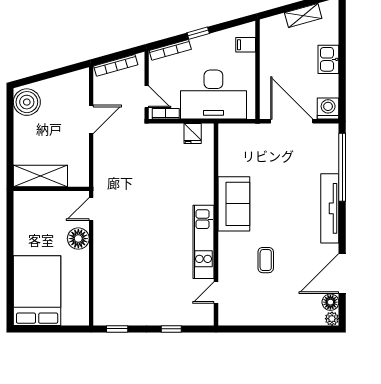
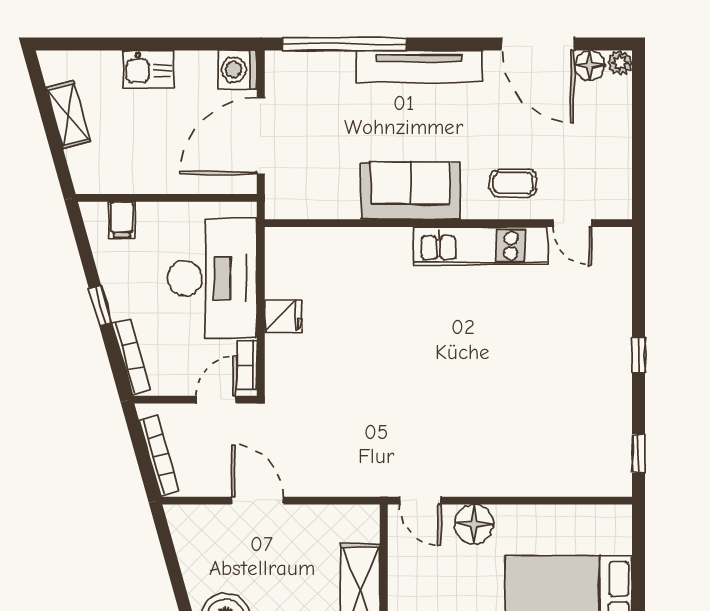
sofa: (234, 204) -> (411, 191), moved
wall: (216, 224) -> (448, 223), moved
kitchen unit: (204, 242) -> (480, 246), moved
door: (216, 292) -> (572, 223), moved

